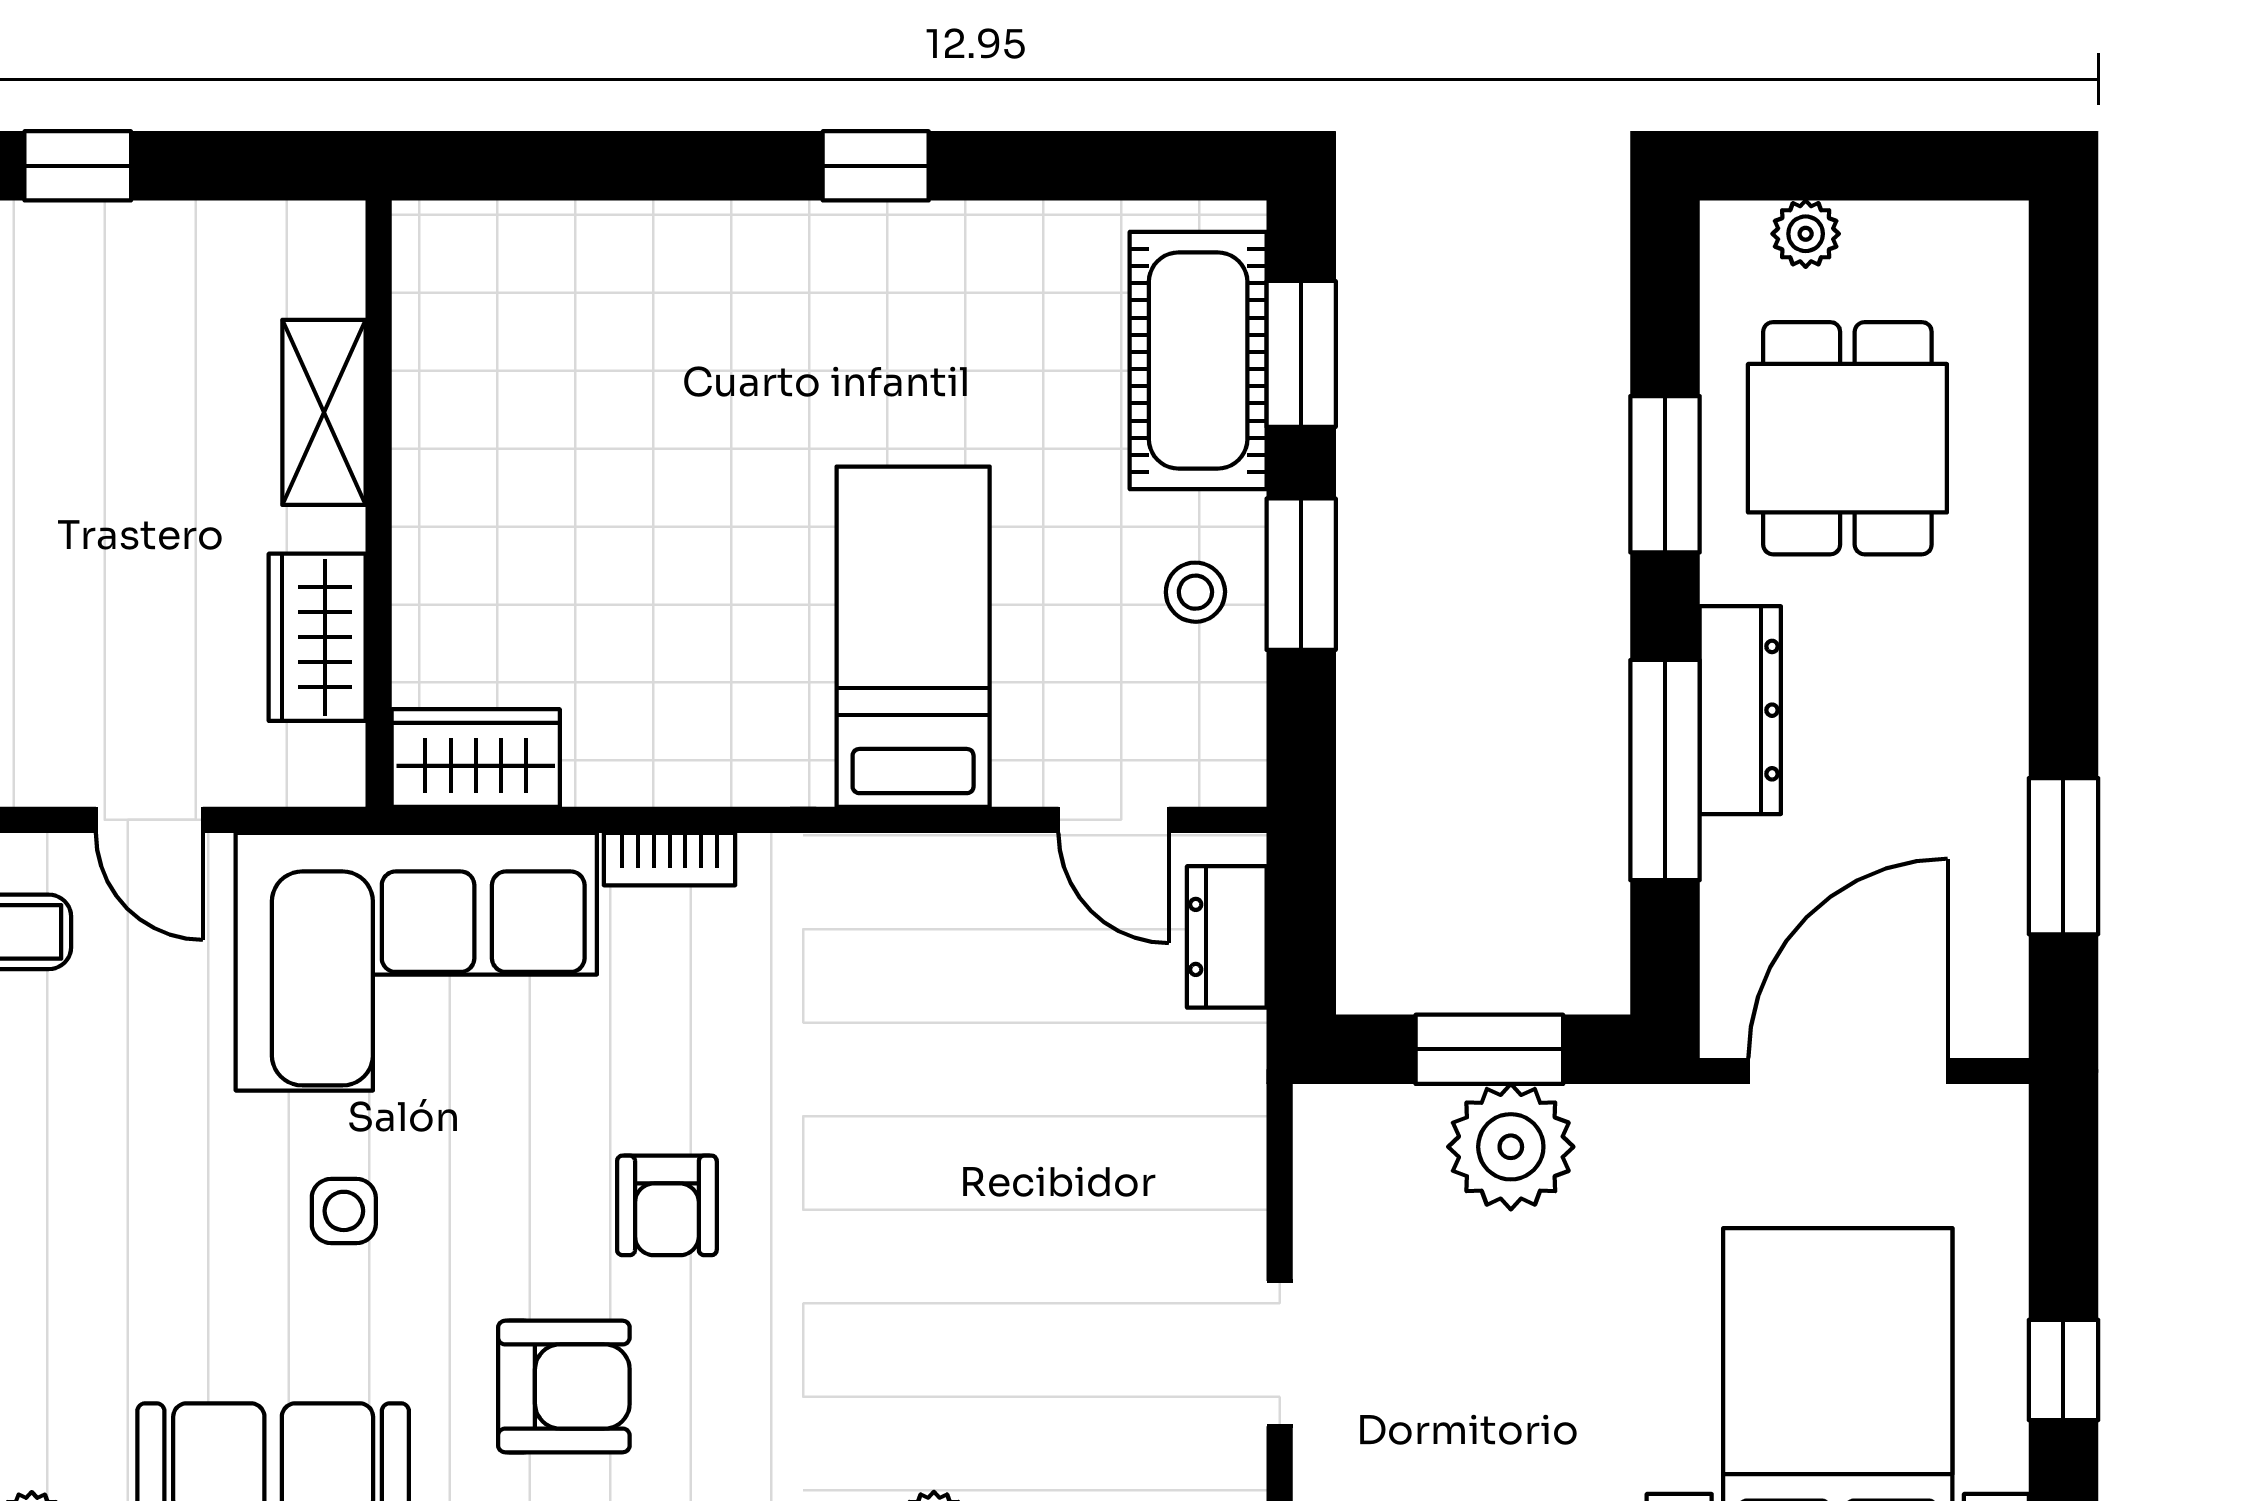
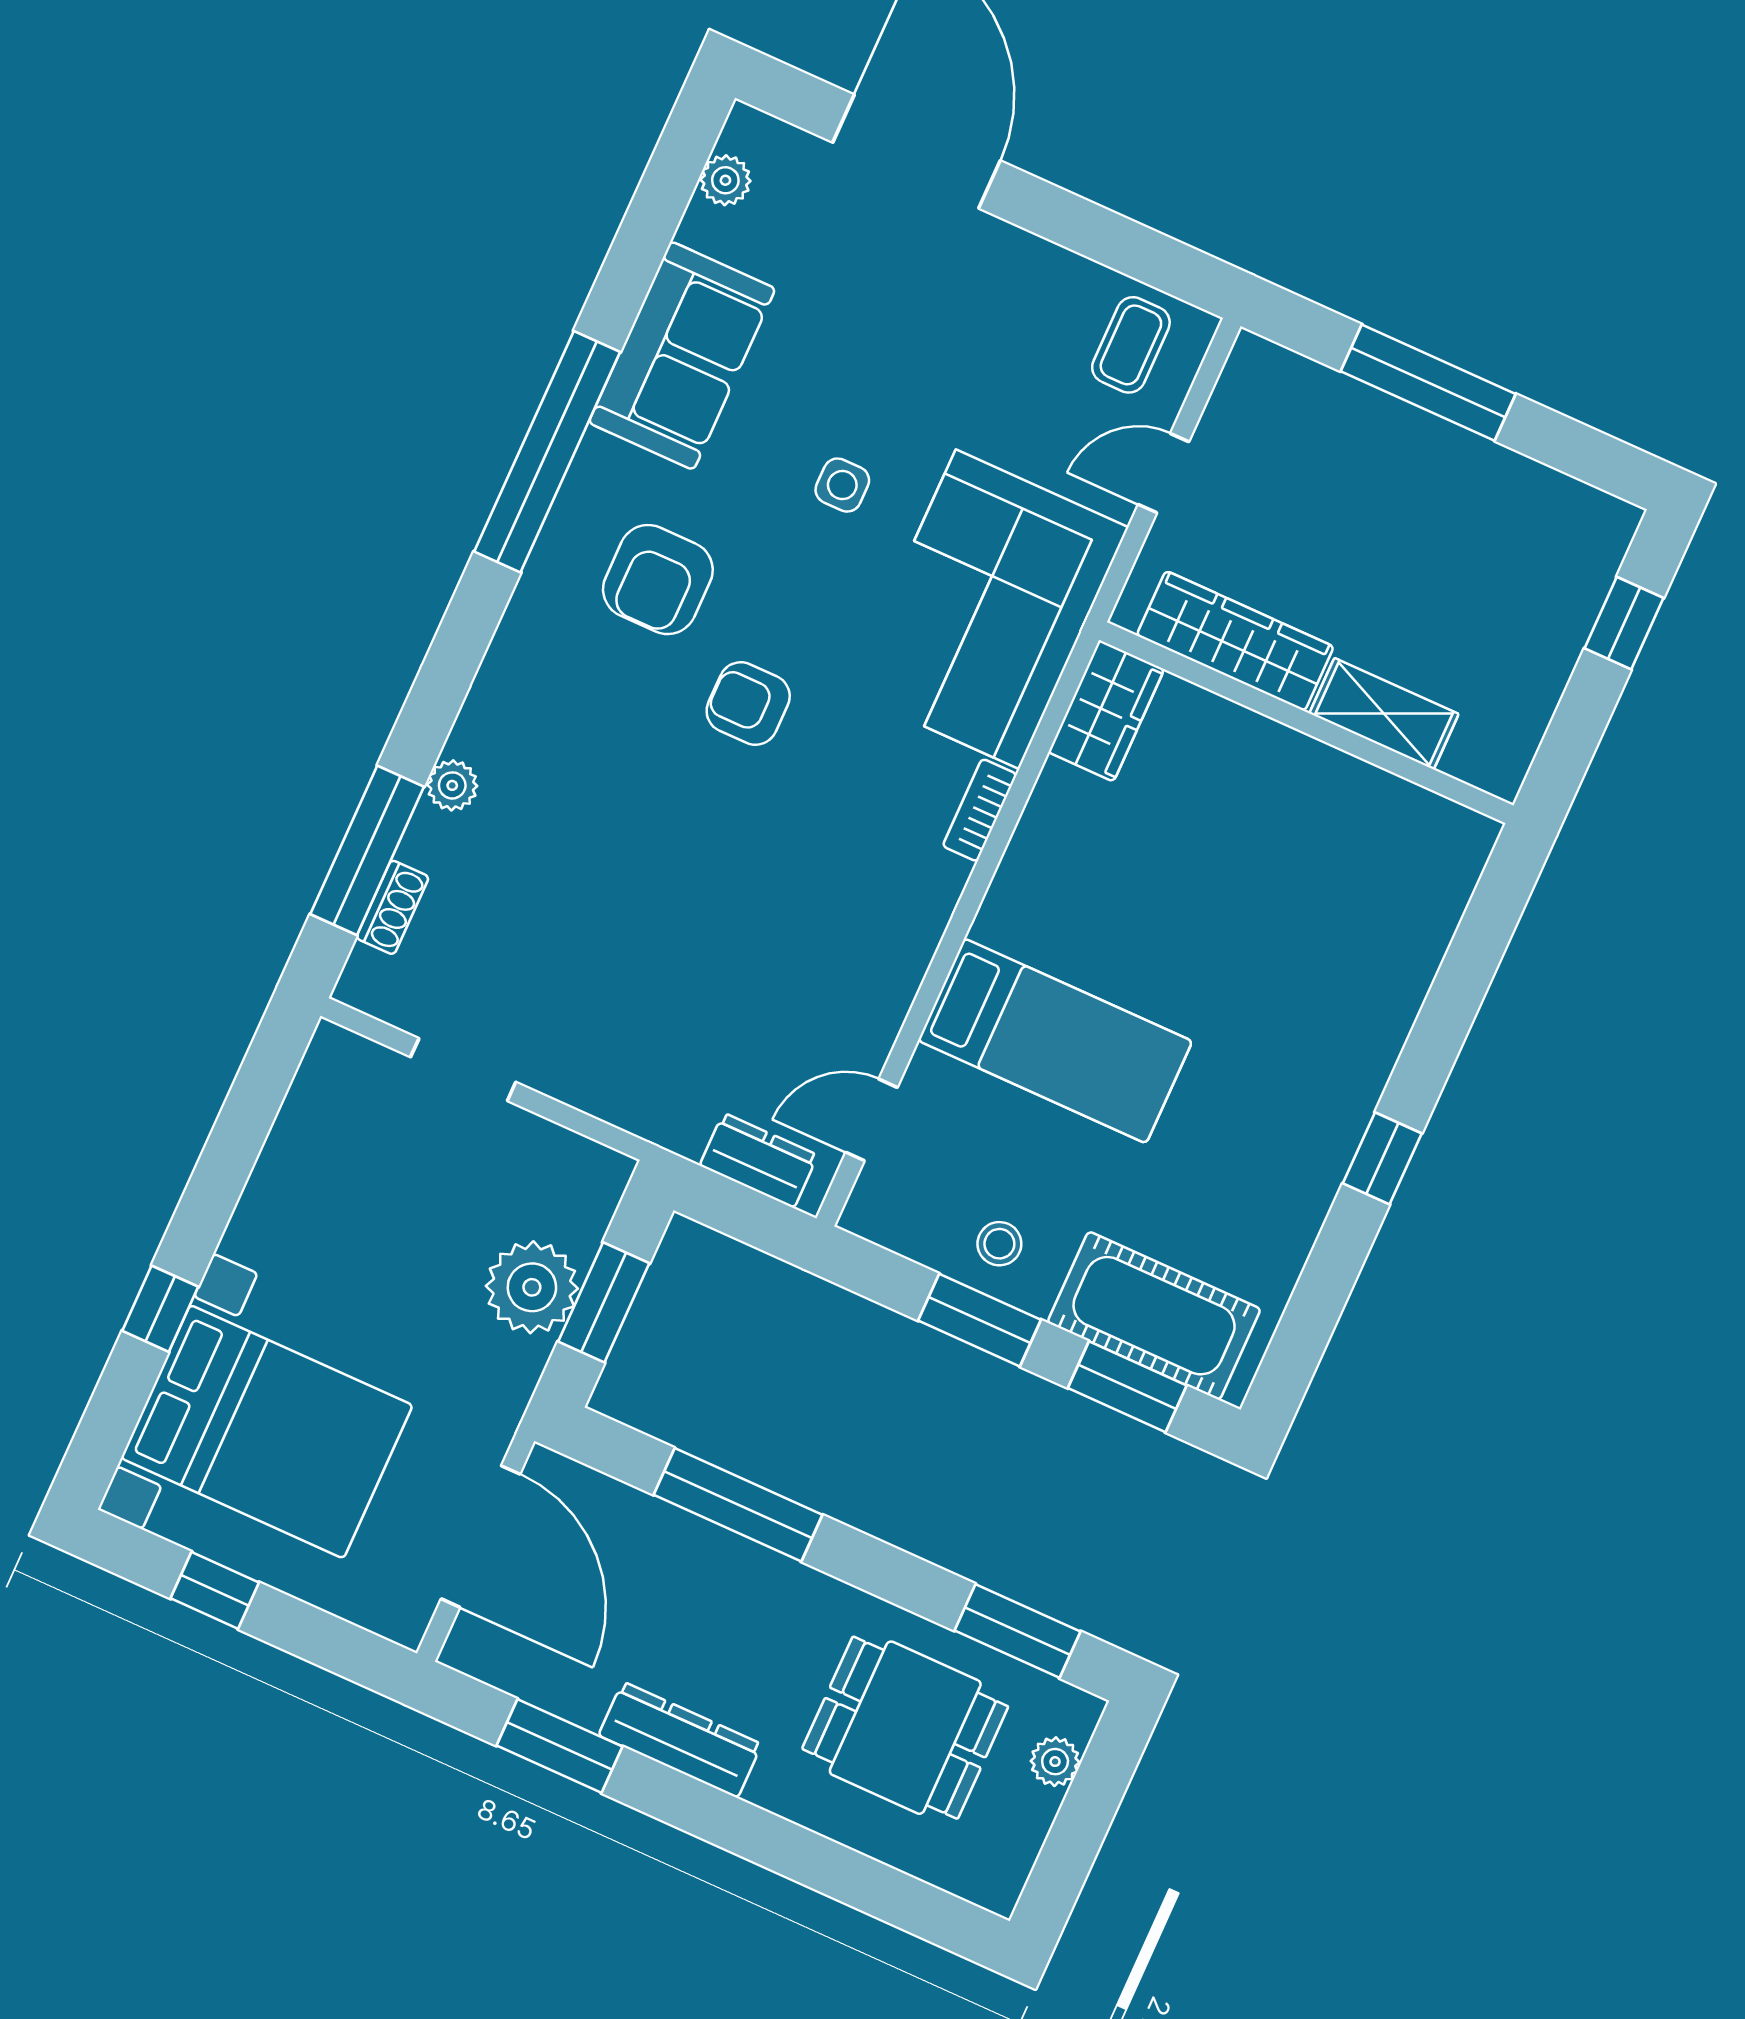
window: (1665, 474) -> (1017, 1631), moved
wardrobe: (317, 637) -> (1235, 641), width x1.50
dresser: (1740, 710) -> (680, 1740), moved, turned 180

